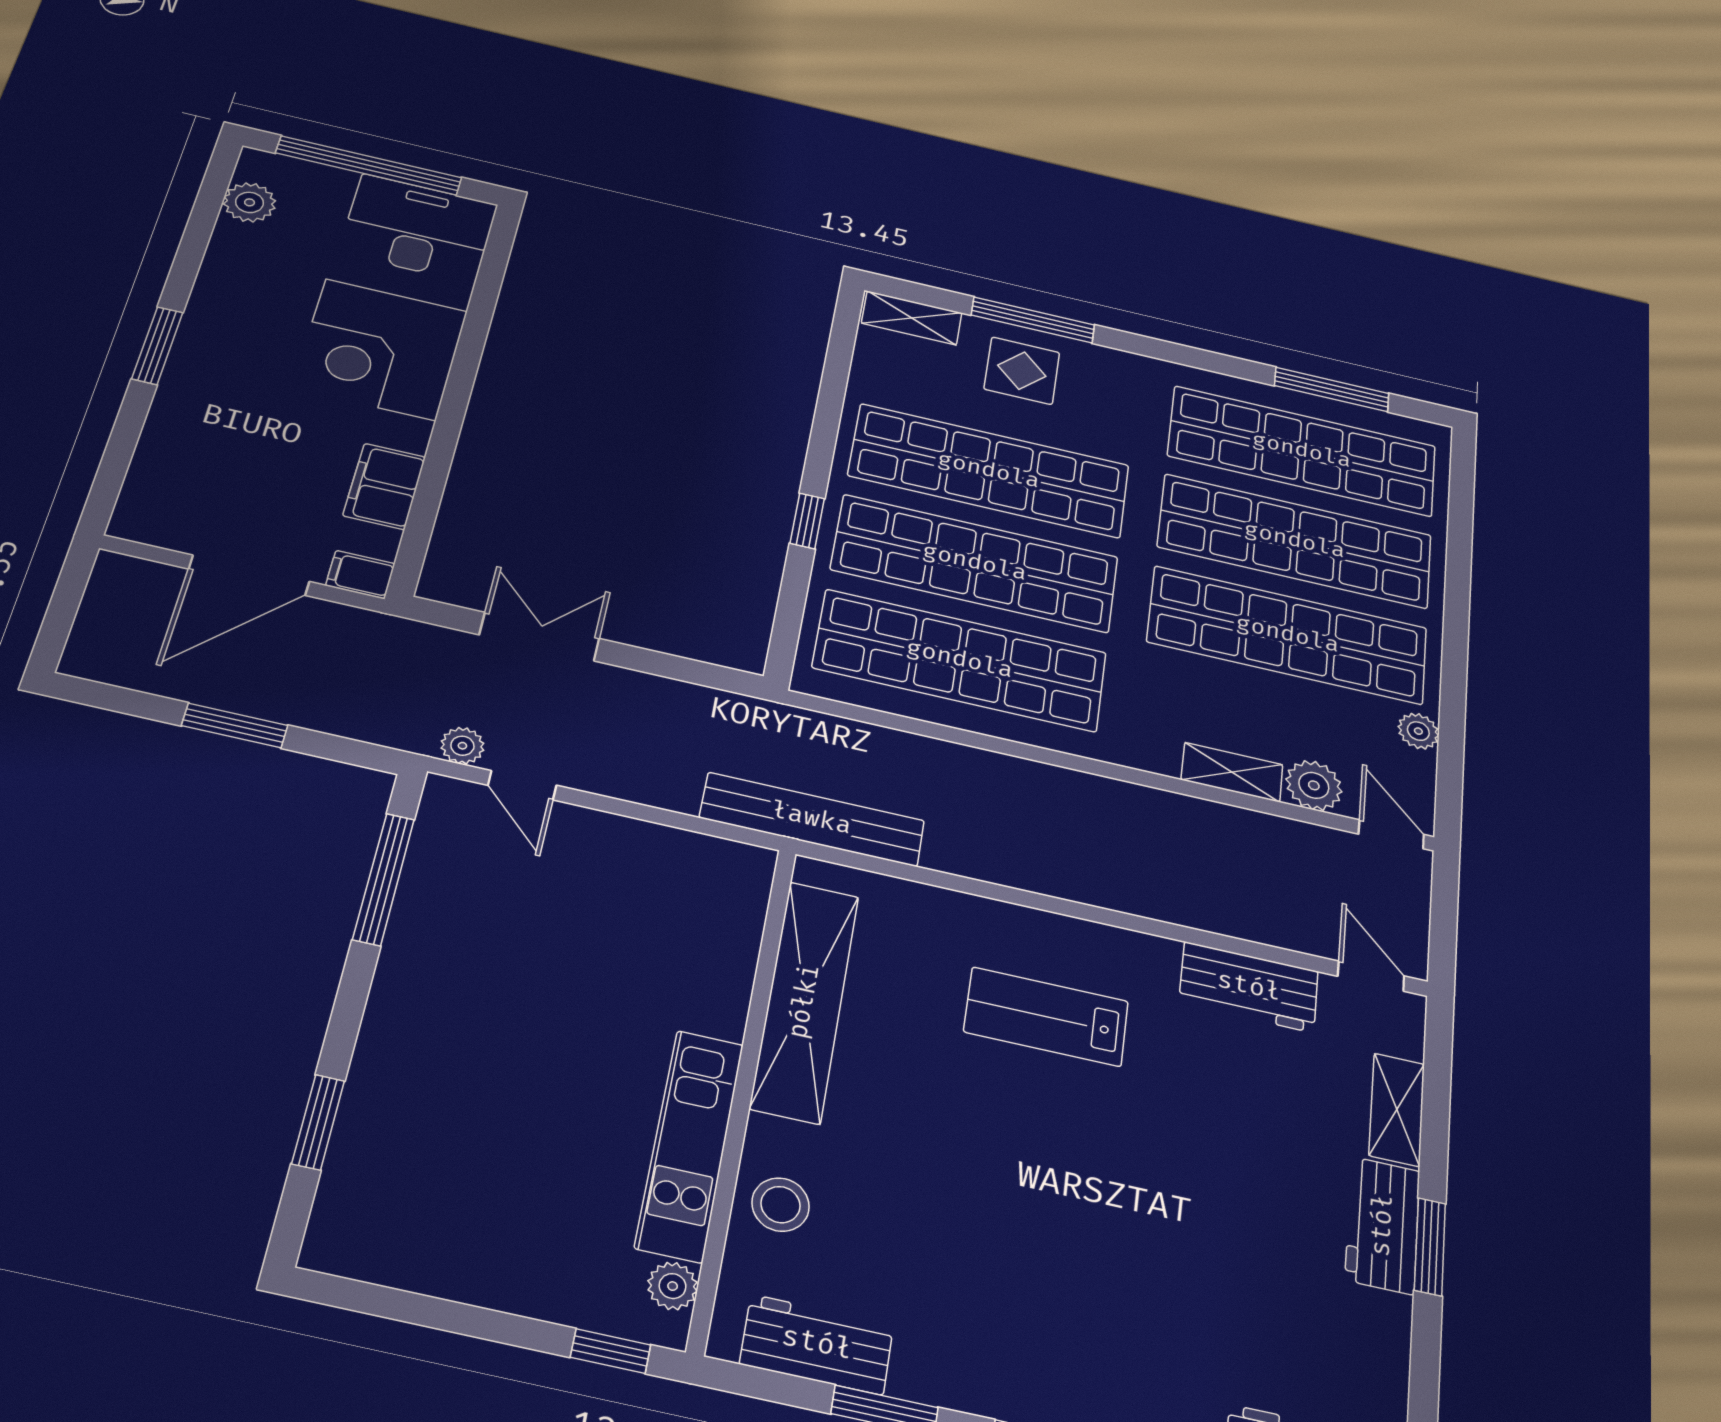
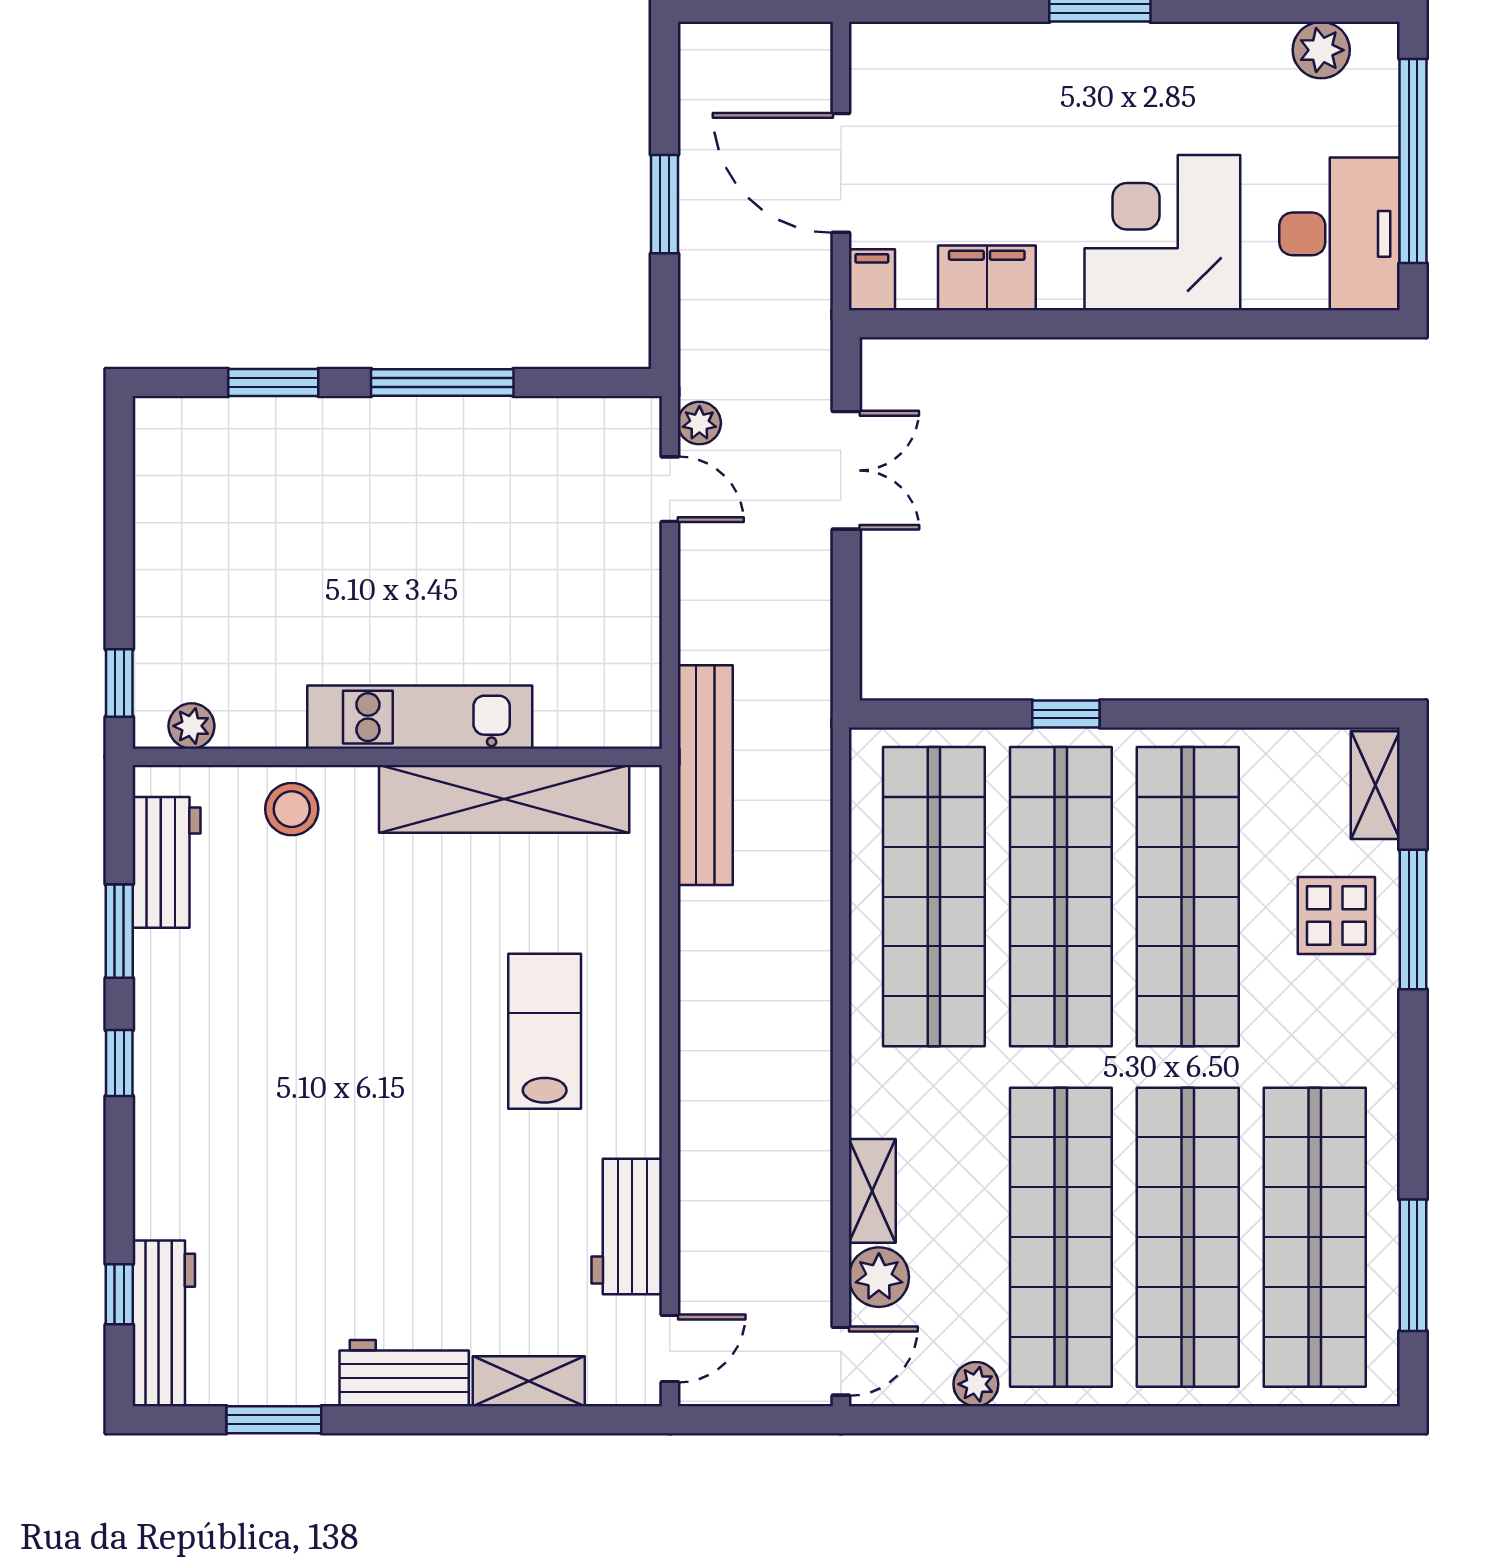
door: (522, 785) -> (670, 489), swing flipped
window: (384, 879) -> (442, 383), moved
kitchen unit: (690, 1145) -> (420, 717), moved
window: (1430, 1247) -> (274, 1420), moved

